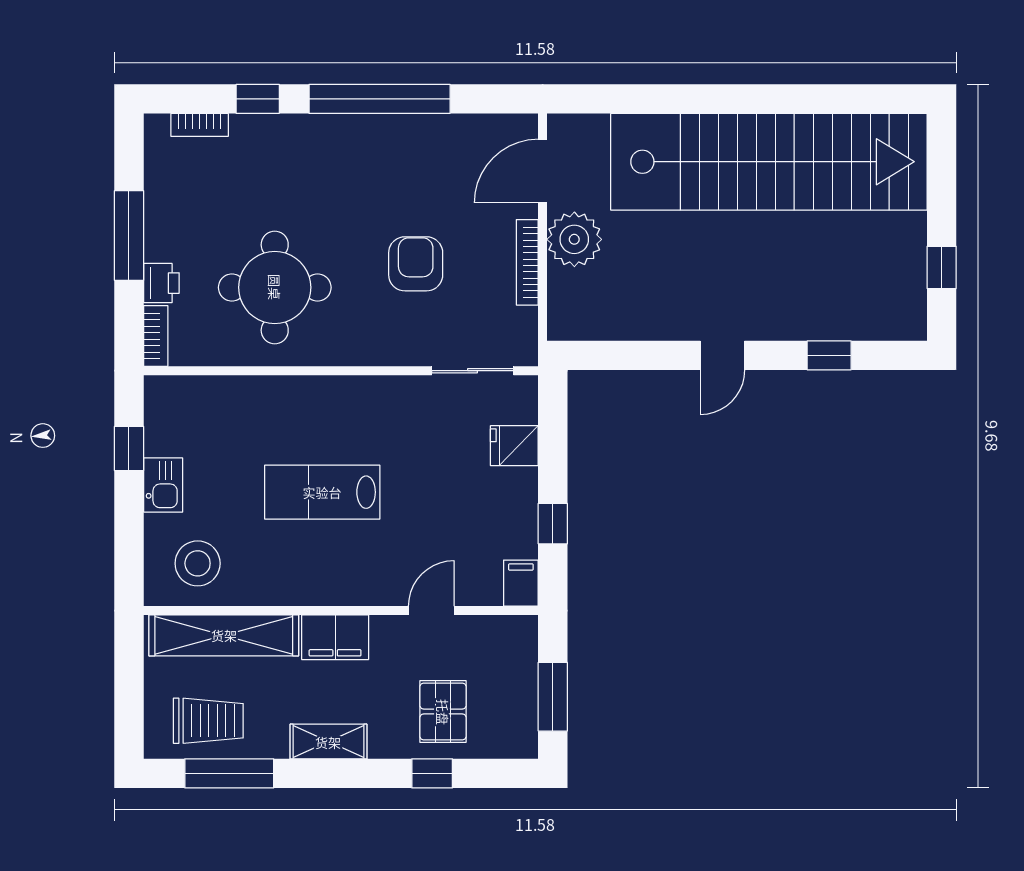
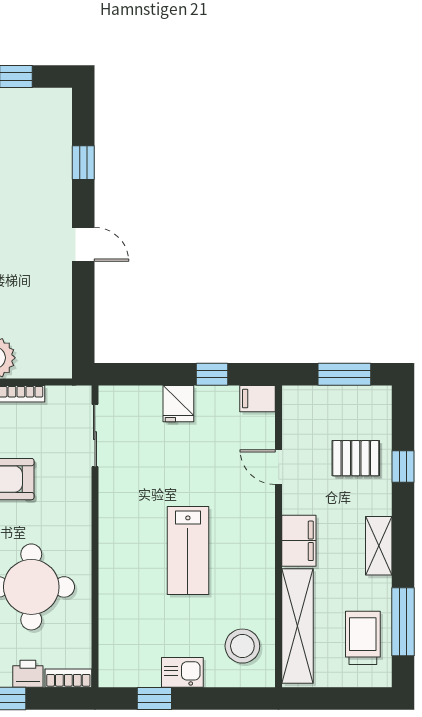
fridge: (514, 446) -> (178, 404), moved

